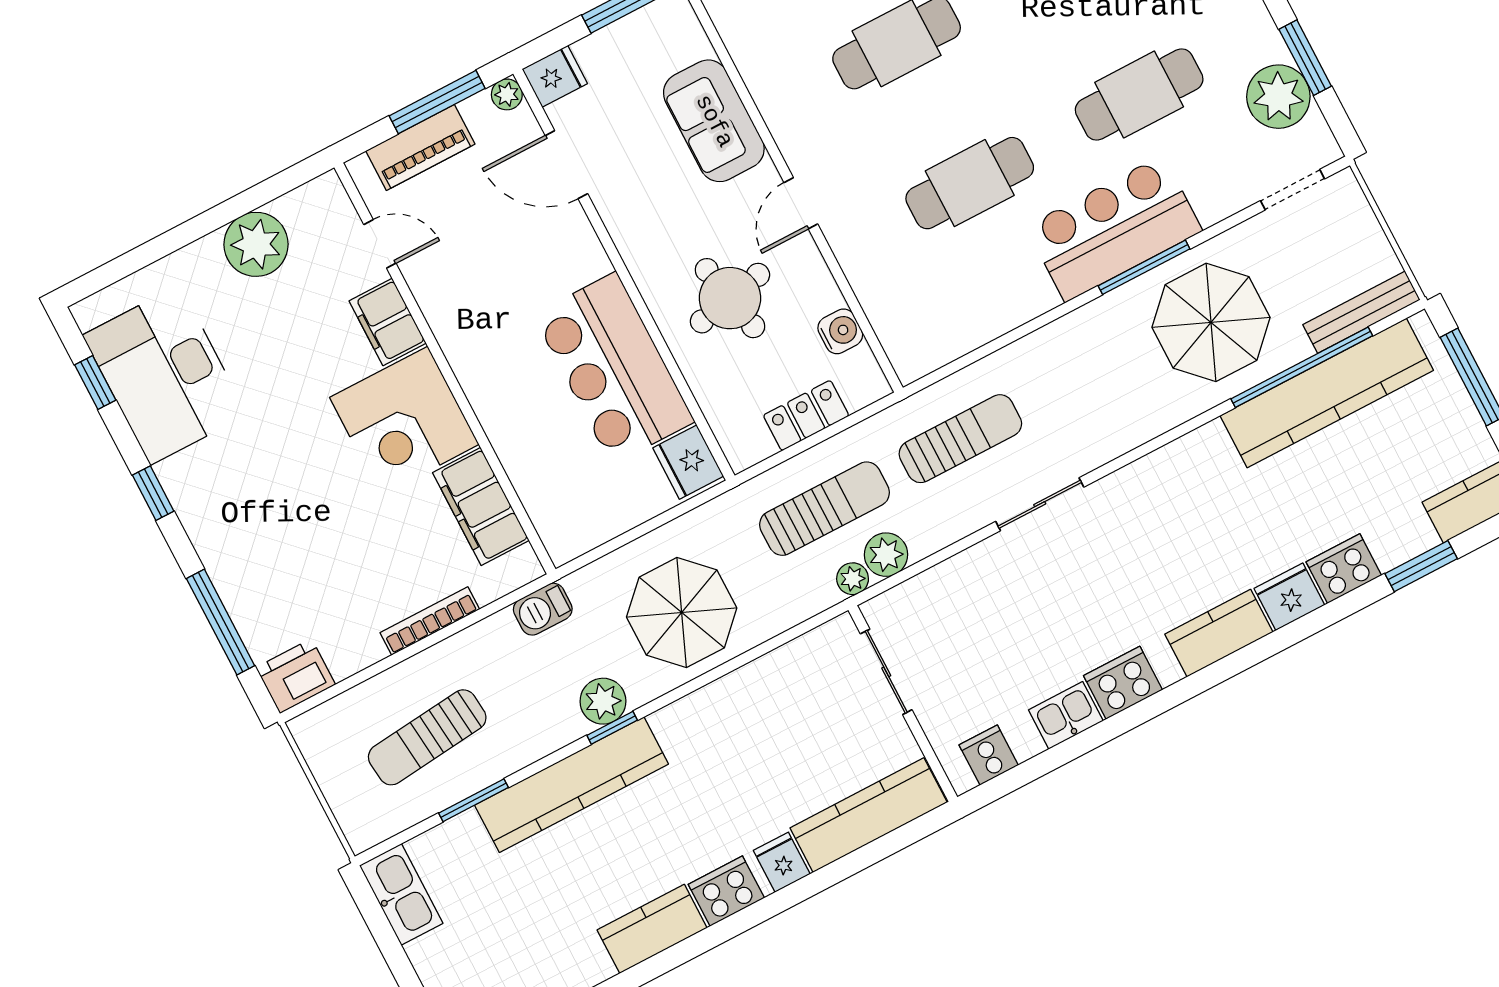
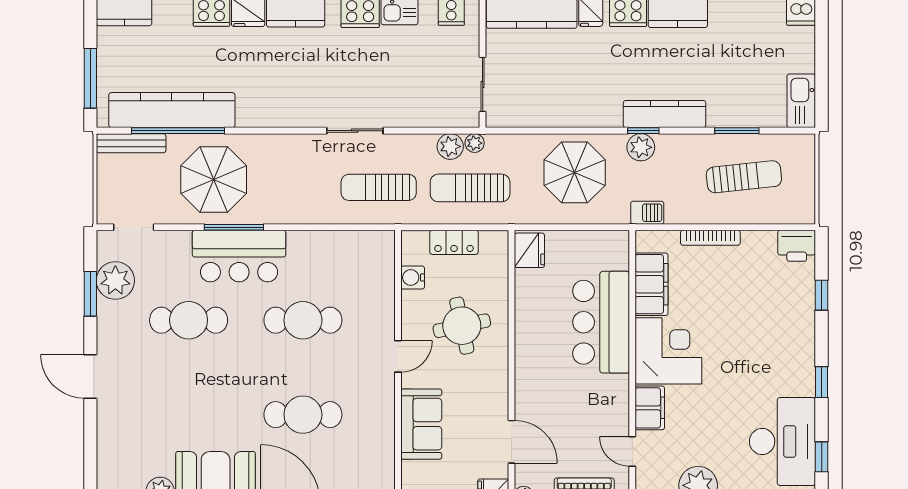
bar counter: (614, 368) -> (601, 322), moved, turned 180
window: (221, 622) -> (822, 295), width x0.46
kitchen counter: (572, 785) -> (665, 114), width x0.72, depth x0.86

